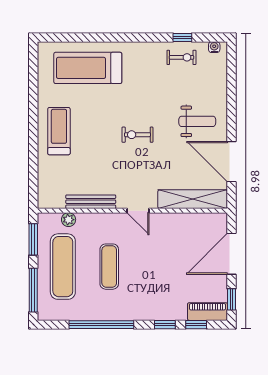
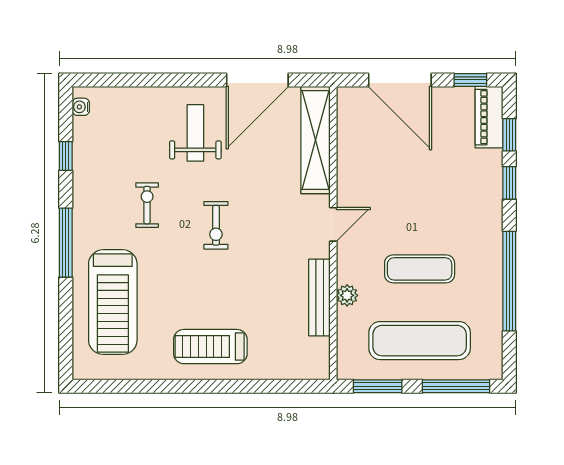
window: (126, 37) -> (66, 243), added
exercise bike: (181, 57) -> (147, 205), moved
plant: (69, 220) -> (347, 295), moved

